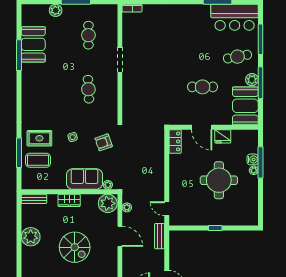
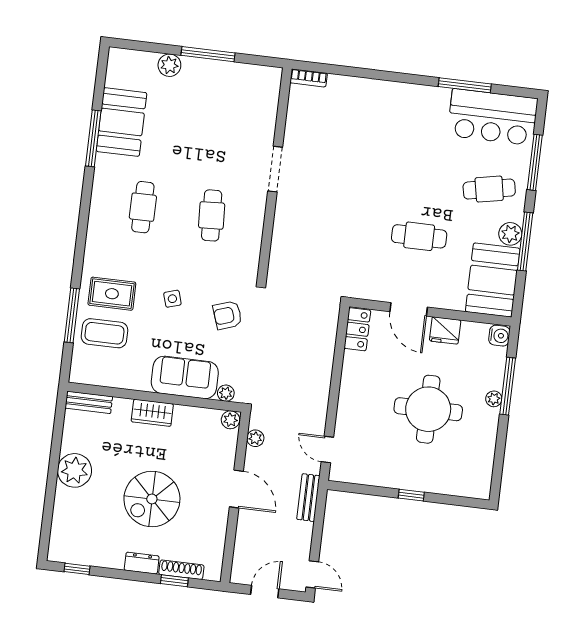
cafe table: (88, 35) -> (143, 207), moved
water cooler: (253, 159) -> (499, 336), moved
plant: (108, 203) -> (230, 420), width x0.53, depth x0.53
spiral stairs: (75, 247) -> (152, 499), turned 90

